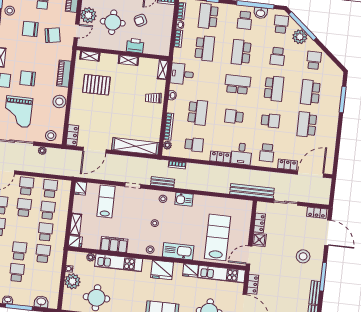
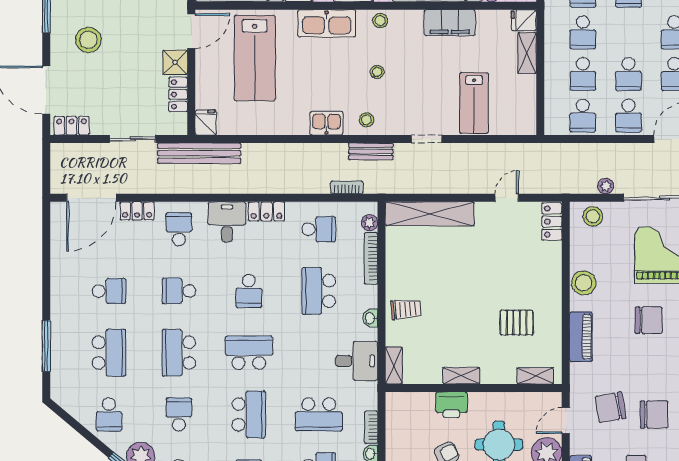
school desk: (205, 48) -> (319, 414), turned -90
school desk: (238, 84) -> (249, 353), turned 180
pallet: (96, 85) -> (517, 323), width x0.67, depth x0.71
school desk: (234, 117) -> (249, 291), turned 90
school desk: (307, 125) -> (109, 291), width x0.54
school desk: (194, 145) -> (319, 229), turned 180
door: (95, 150) -> (507, 198), width x0.53
fridge: (80, 188) -> (206, 122), moved

